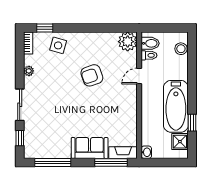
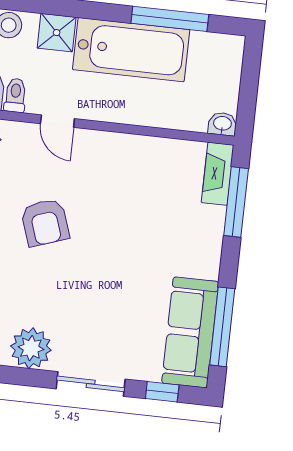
plant: (29, 71) -> (31, 348), width x1.87, depth x1.87
window: (192, 123) -> (170, 19), width x2.17
shower: (180, 142) -> (57, 33), moved
sofa: (90, 148) -> (190, 332), moved, width x1.36

